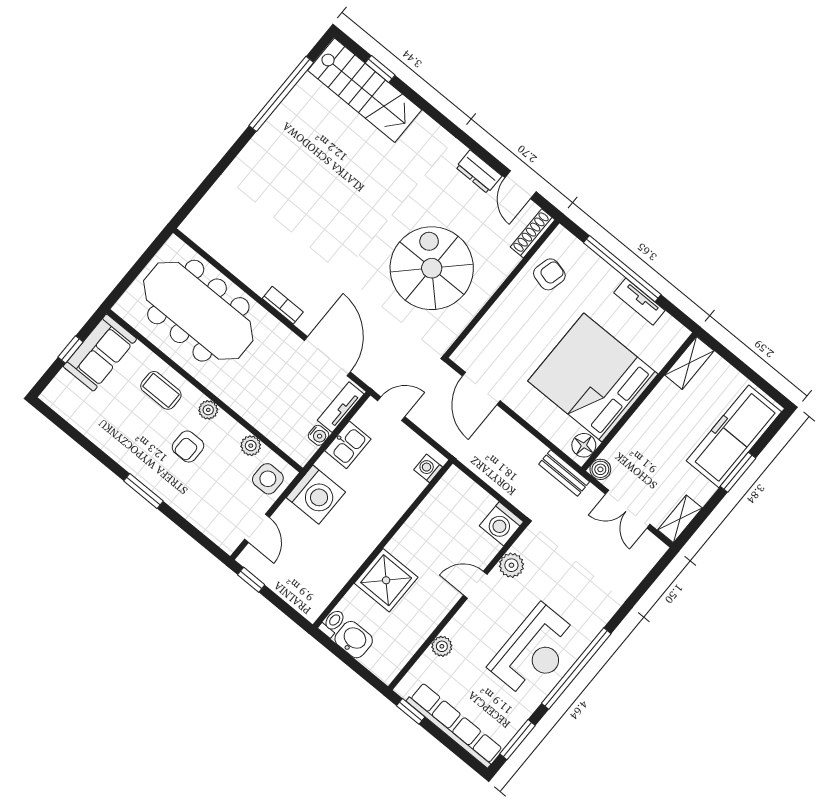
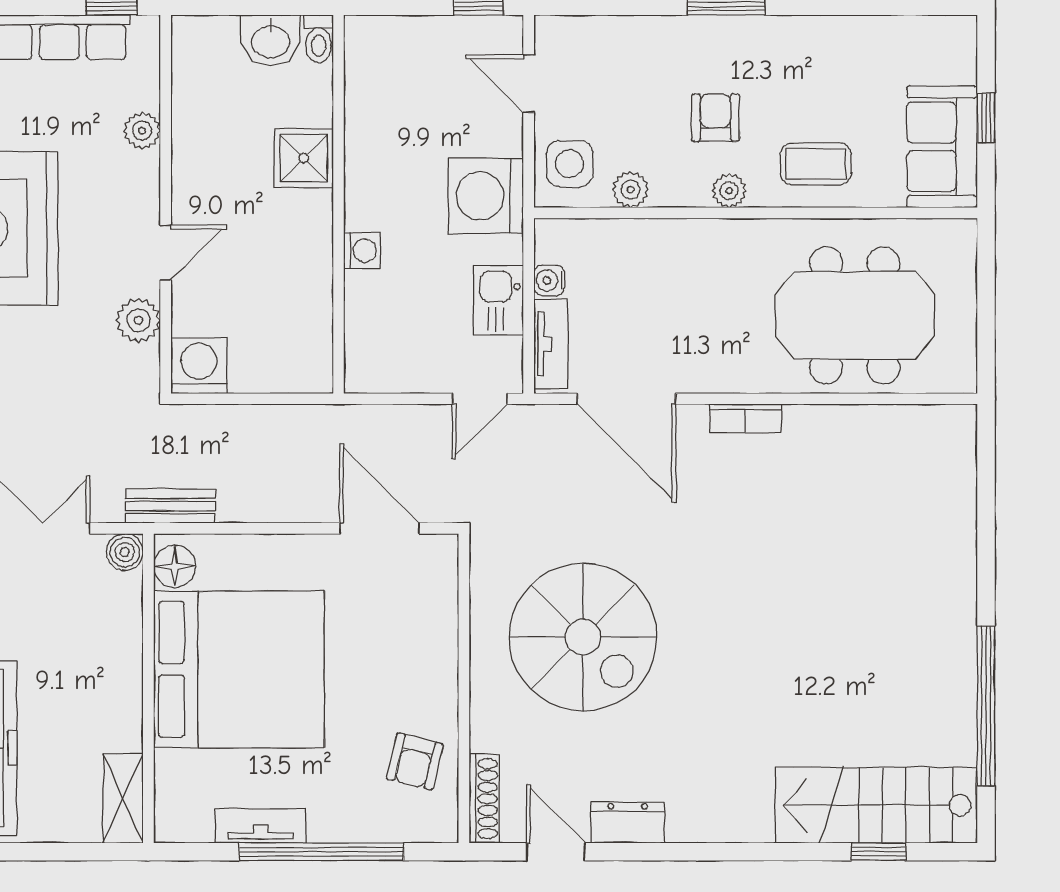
meeting table: (198, 311) -> (855, 315), width x0.73
washing machine: (428, 468) -> (362, 250), moved
shower: (386, 580) -> (304, 158), width x0.73, depth x0.73

